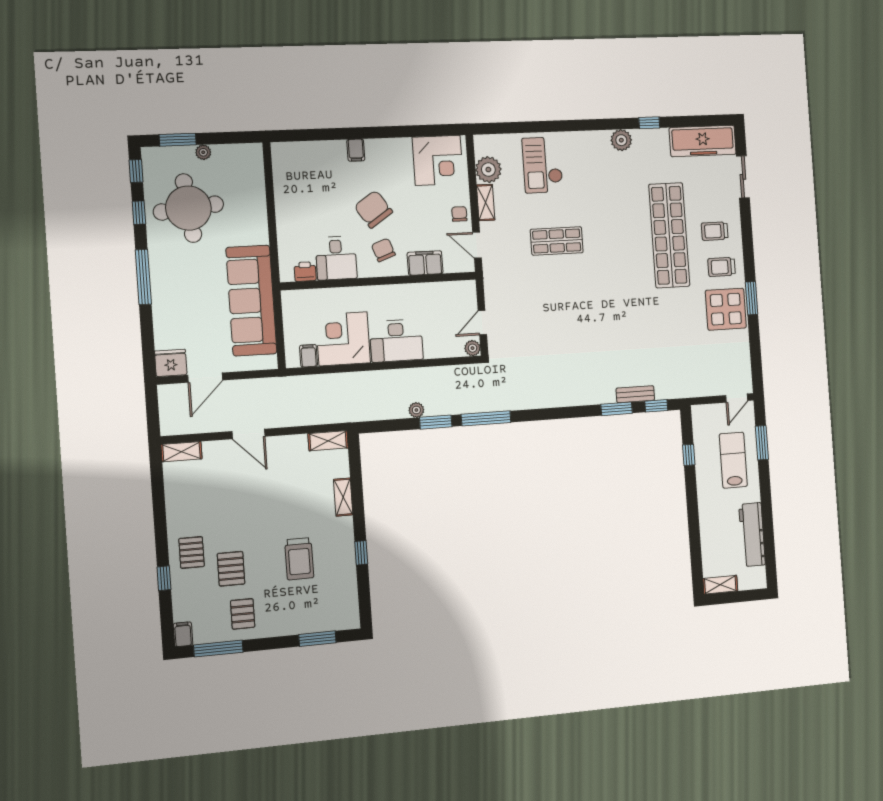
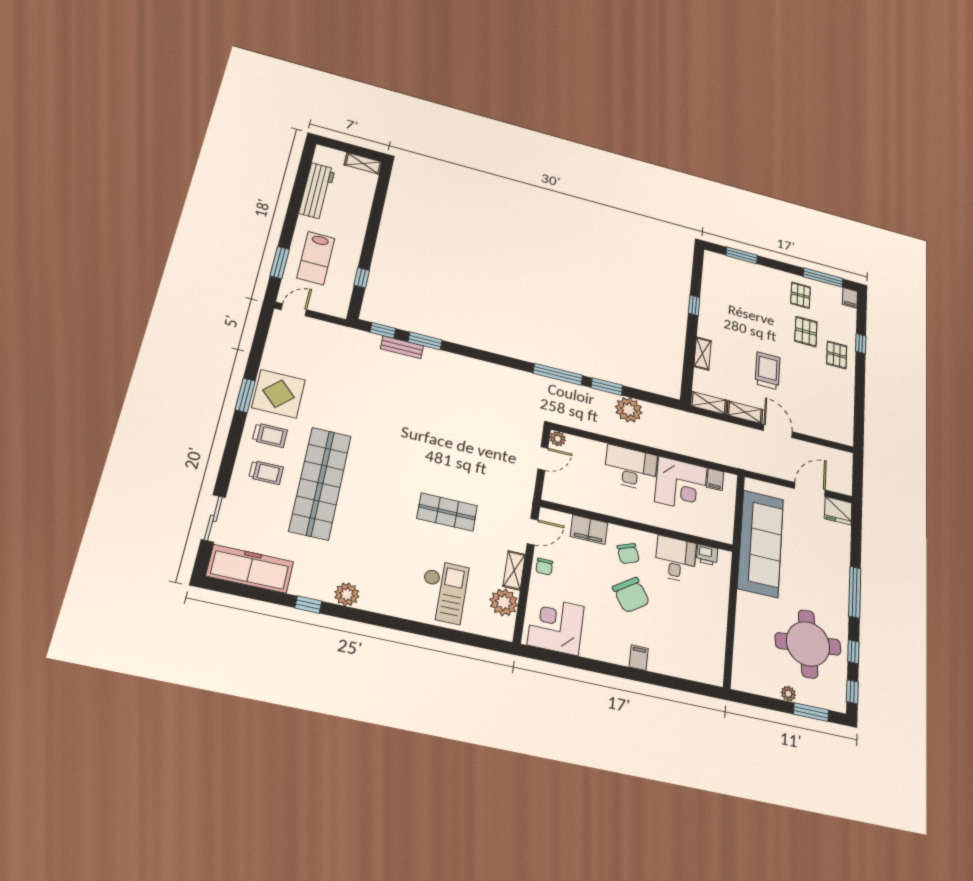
door: (477, 245) -> (533, 532), hinge flipped
plant: (416, 410) -> (629, 410), width x1.88, depth x1.88
shelving: (181, 452) -> (745, 412), moved
trolley: (299, 559) -> (768, 371), moved

